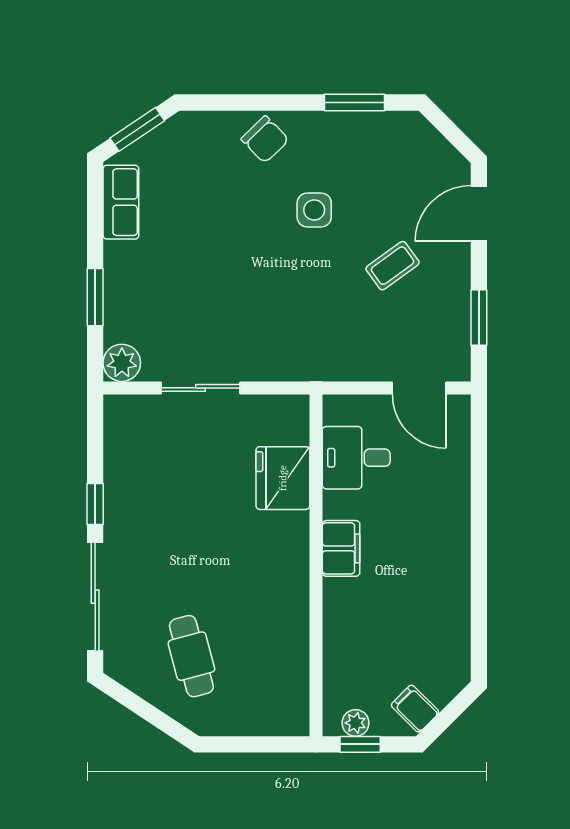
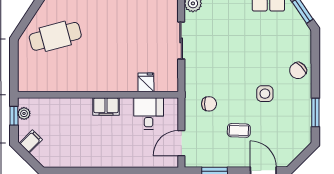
coffee table: (392, 266) -> (239, 130), turned -52
chair: (336, 329) -> (209, 104), added
fridge: (283, 478) -> (146, 82), width x0.53, depth x0.75
cafe table: (191, 656) -> (55, 36), width x1.37, depth x1.35

